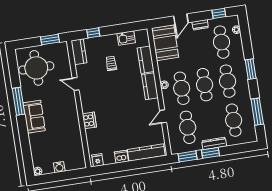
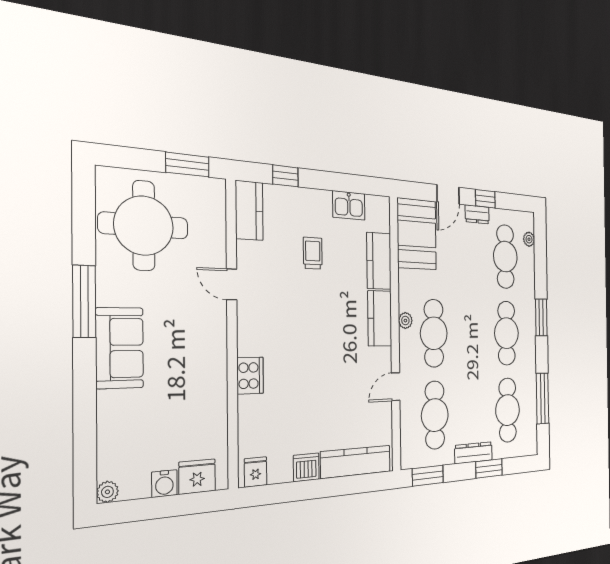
window: (219, 13) -> (485, 199), moved
cafe table: (205, 85) -> (471, 333), removed
window: (210, 153) -> (489, 468), moved
fridge: (72, 164) -> (197, 477), added

